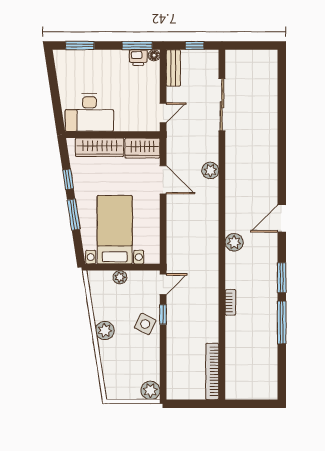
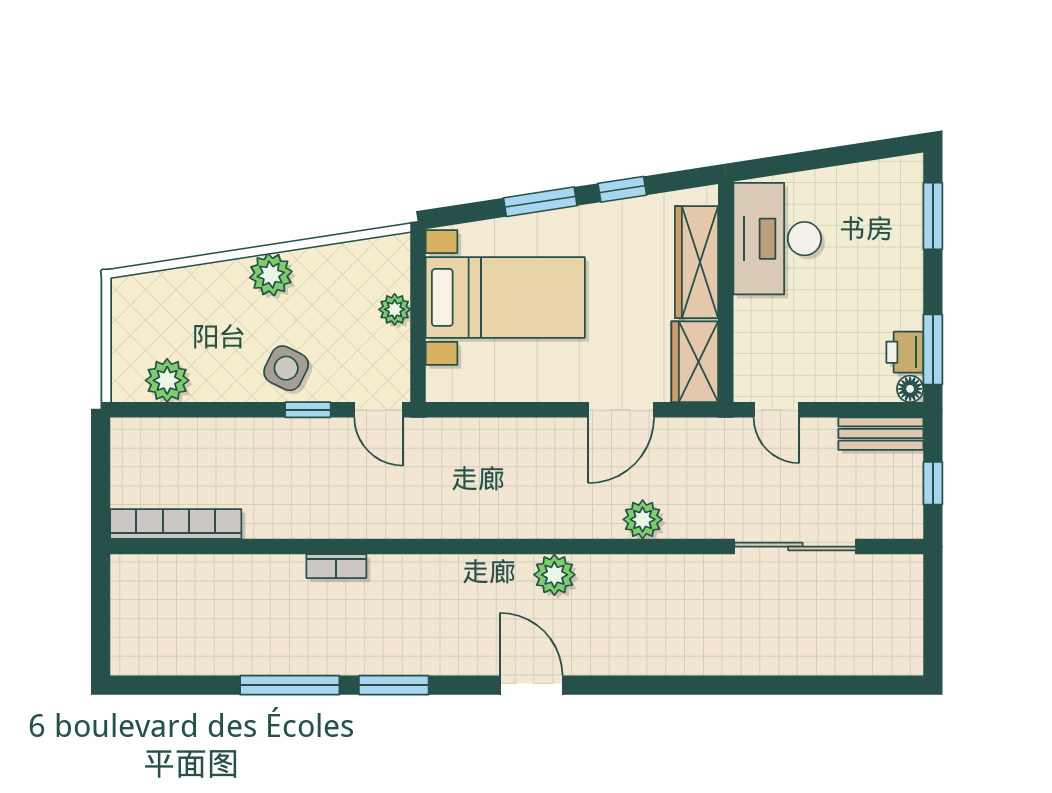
plant: (234, 242) -> (554, 575), moved
plant: (150, 390) -> (167, 380), moved

